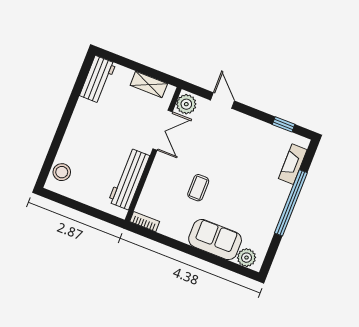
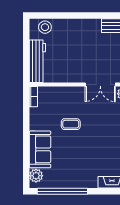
workbench: (129, 179) -> (37, 61), moved, turned 90
window: (291, 203) -> (62, 191), moved

